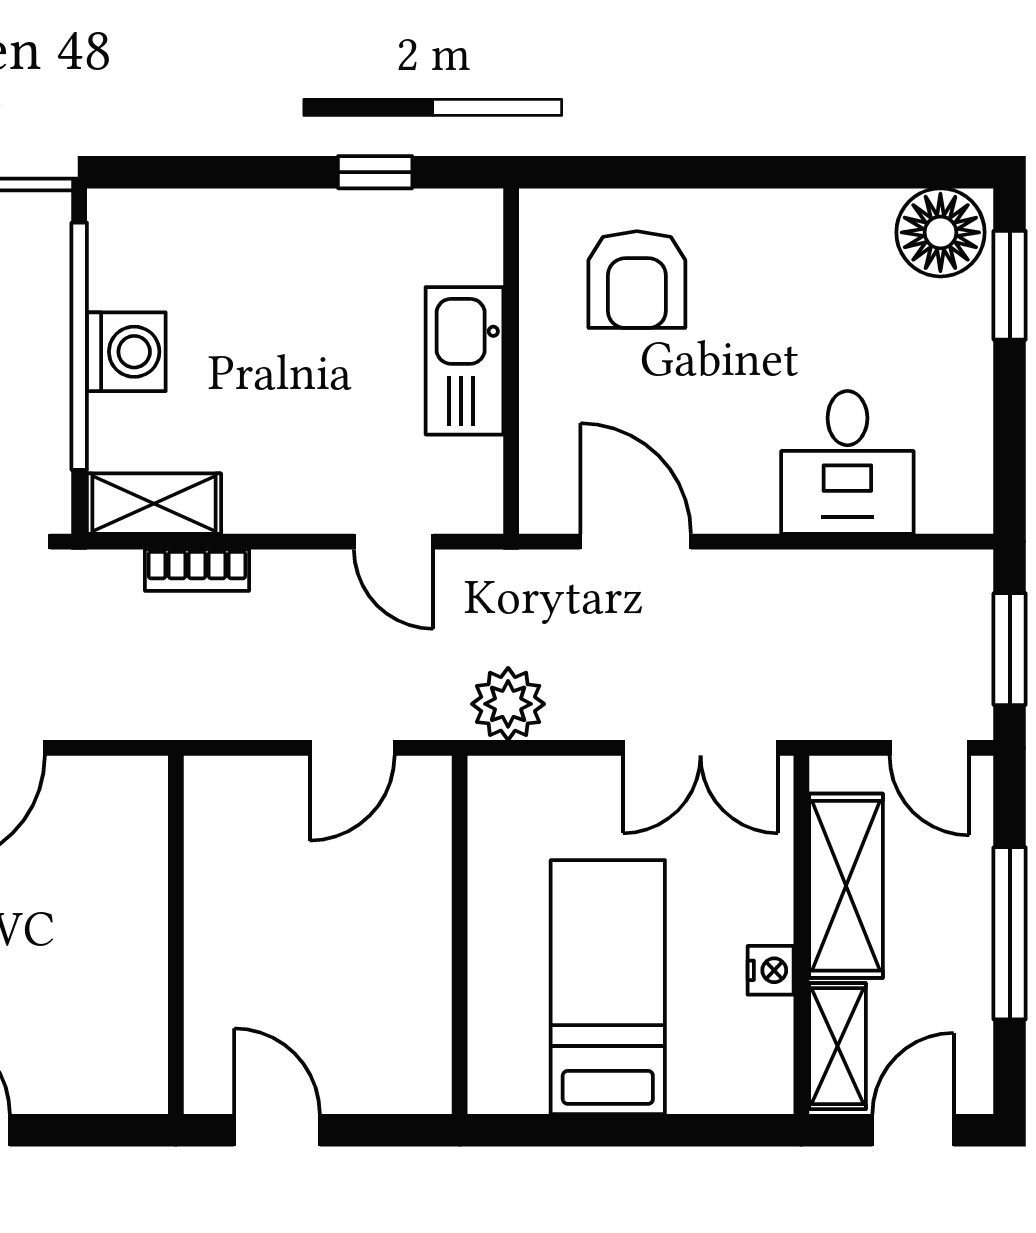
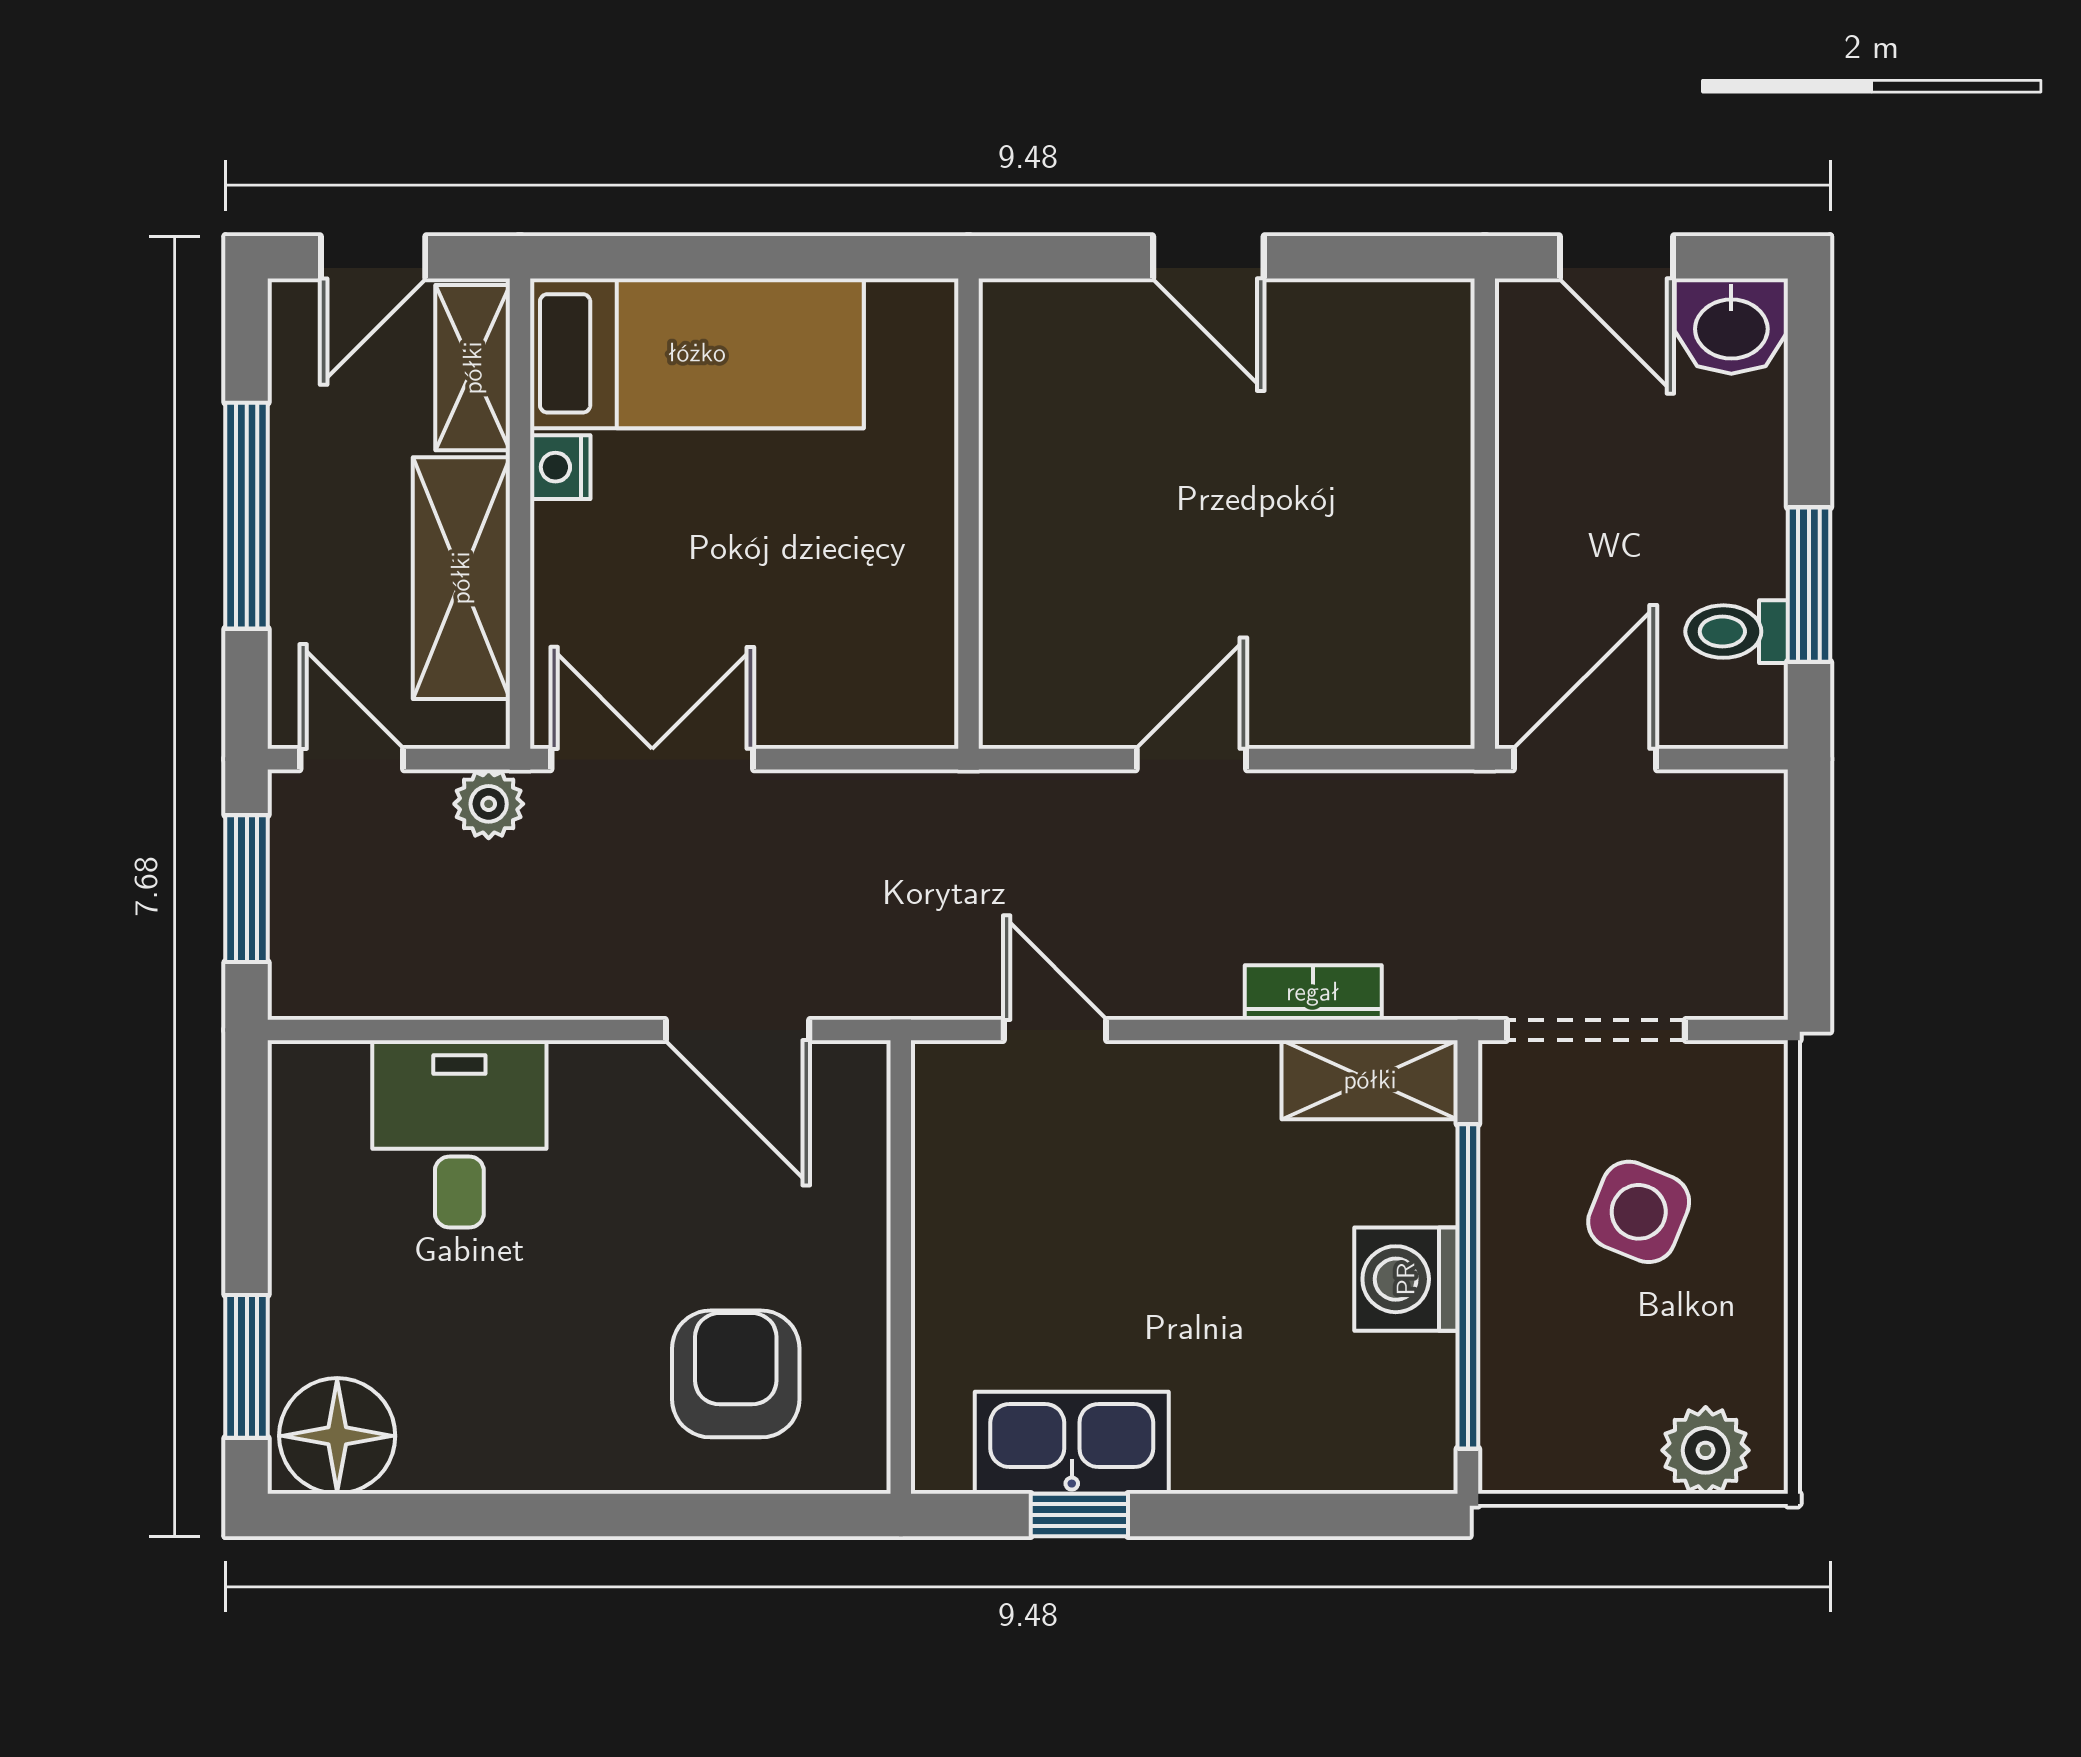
kitchen sink: (465, 361) -> (1072, 1443), moved, turned -90
plant: (508, 704) -> (489, 804), moved, width x0.73, depth x0.73
door: (352, 748) -> (1191, 759), moved
wall: (176, 935) -> (1485, 514), moved
bed: (608, 987) -> (697, 353), moved, turned -90

